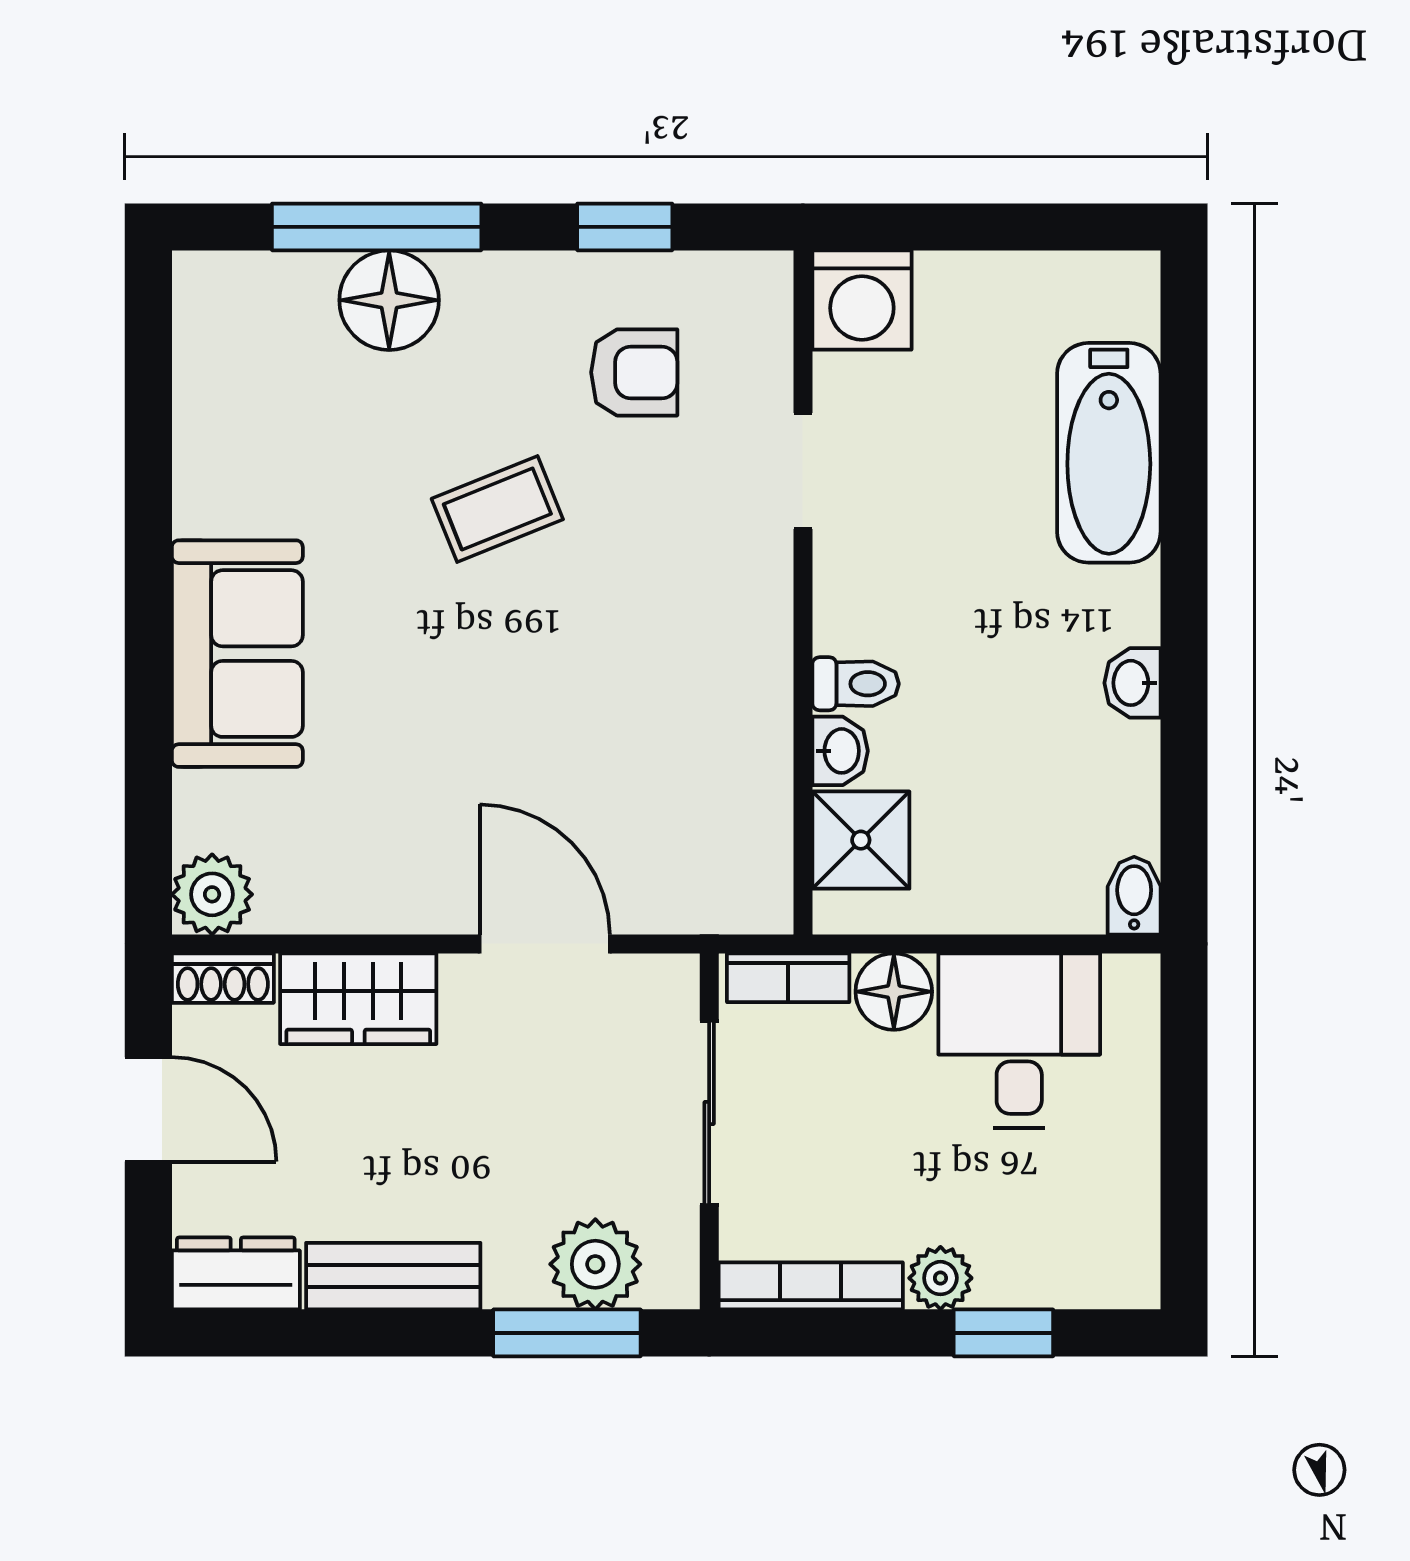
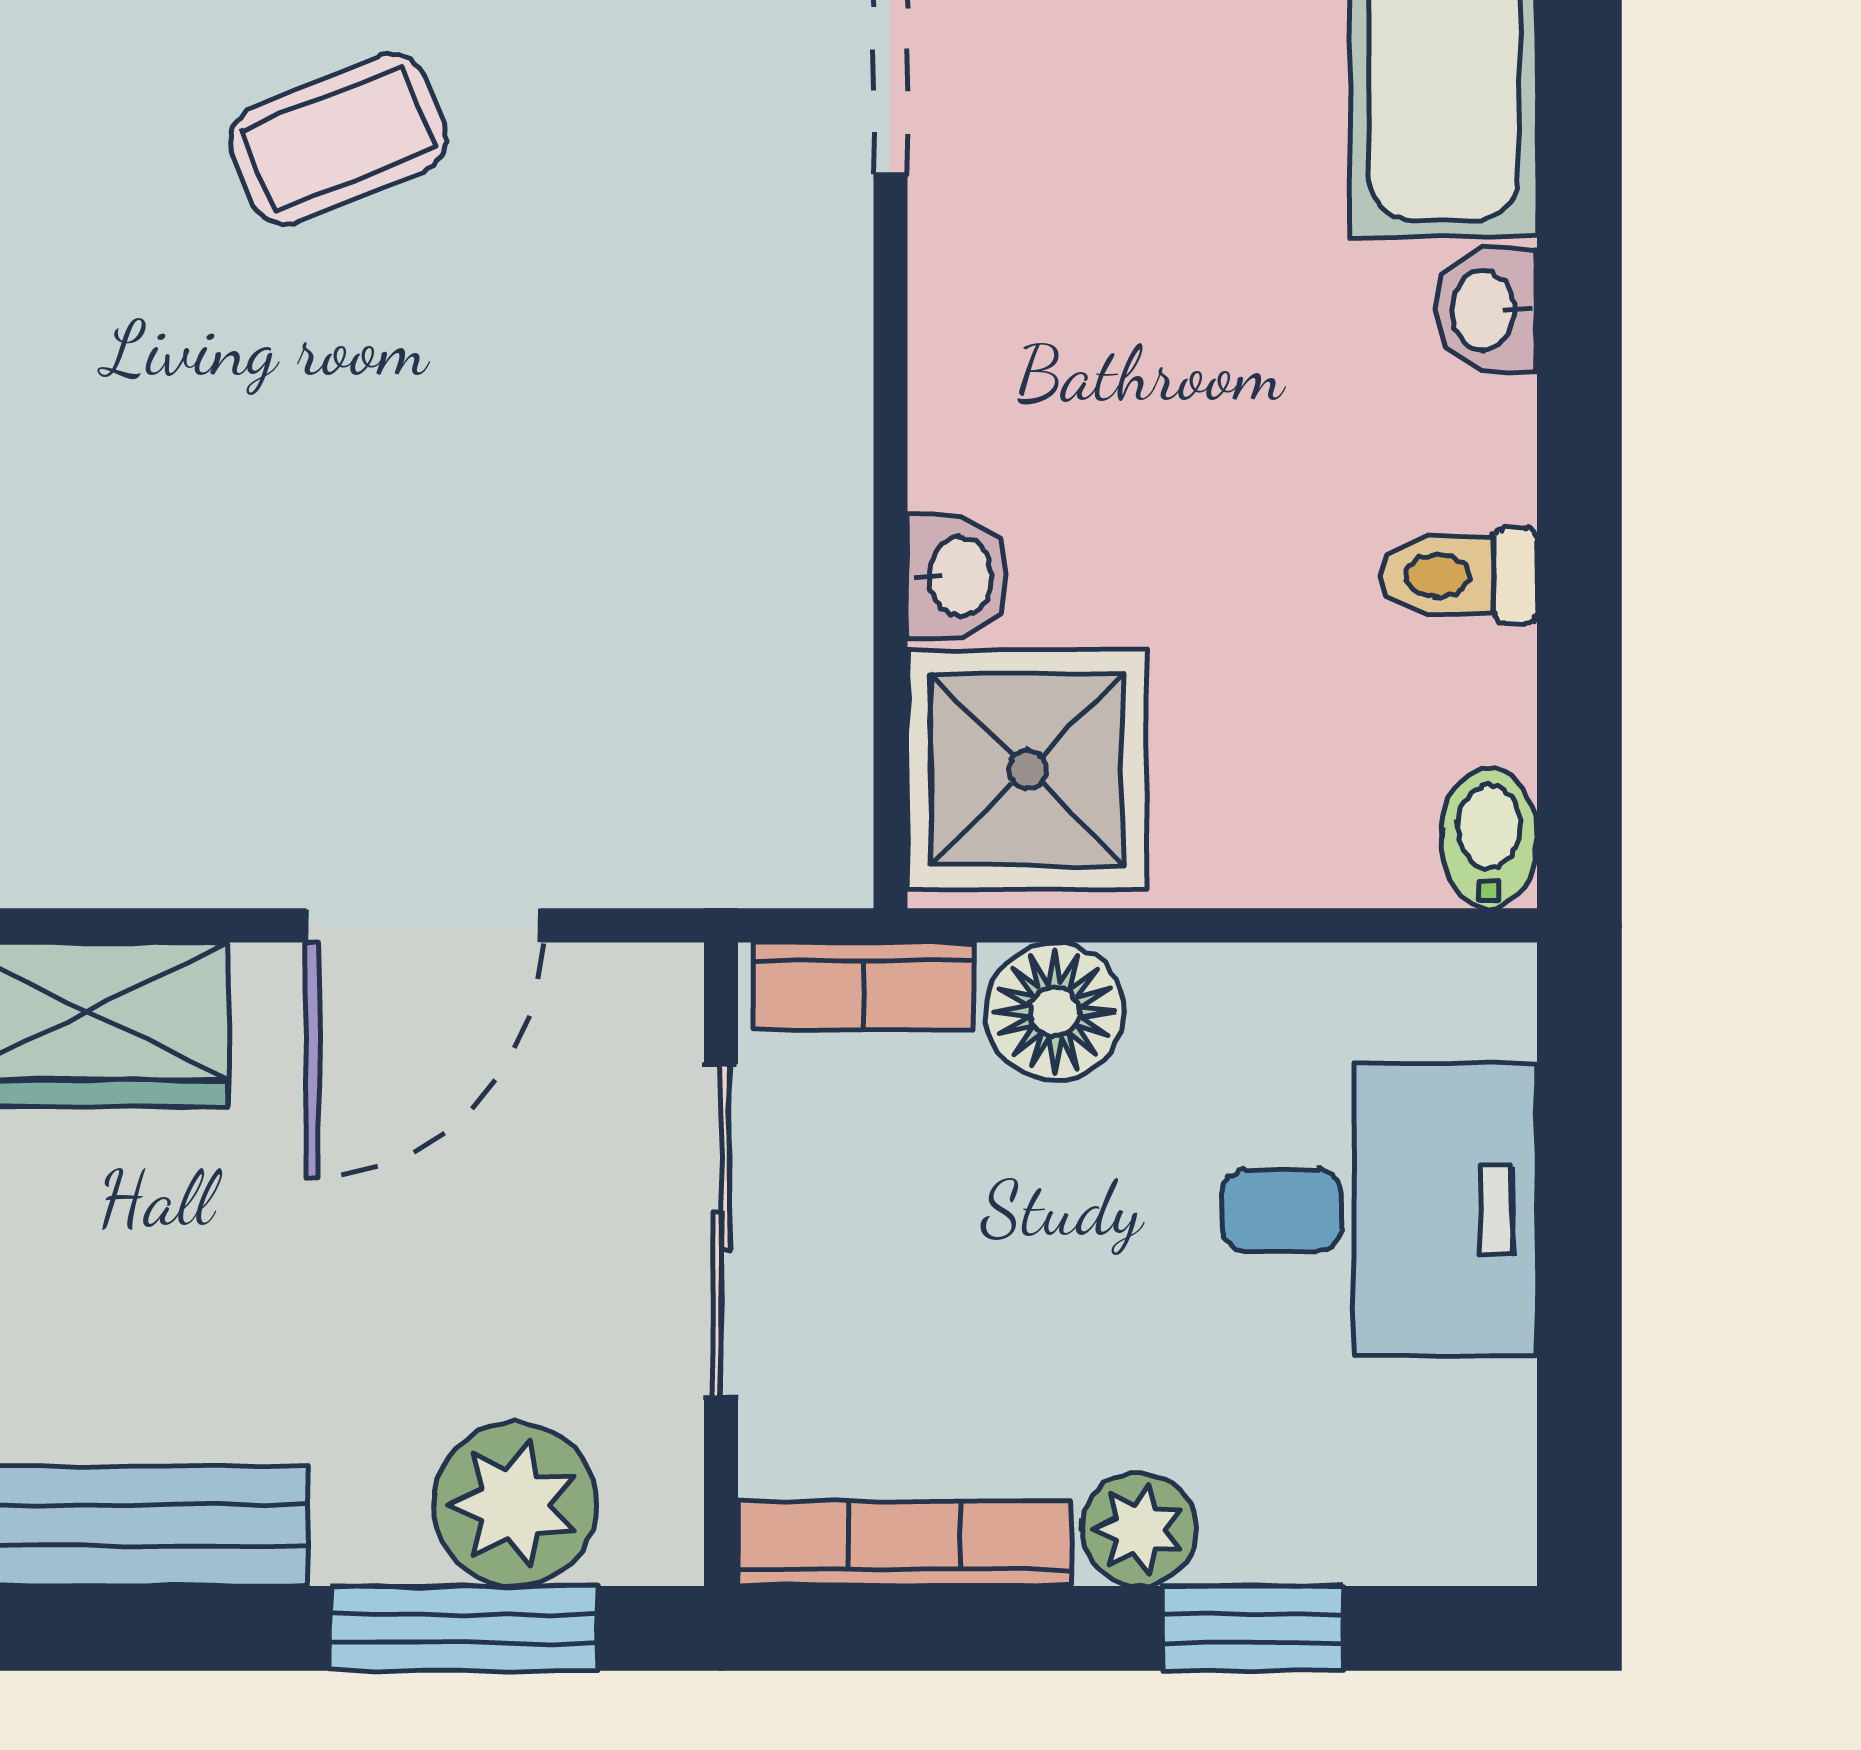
washbasin: (1133, 683) -> (1486, 310), moved
toilet: (856, 684) -> (1459, 576), moved, turned 180
shower: (861, 840) -> (1027, 770), width x1.36, depth x1.36
door: (545, 944) -> (424, 925), swing flipped
desk: (1019, 1041) -> (1379, 1210), moved, turned 90

